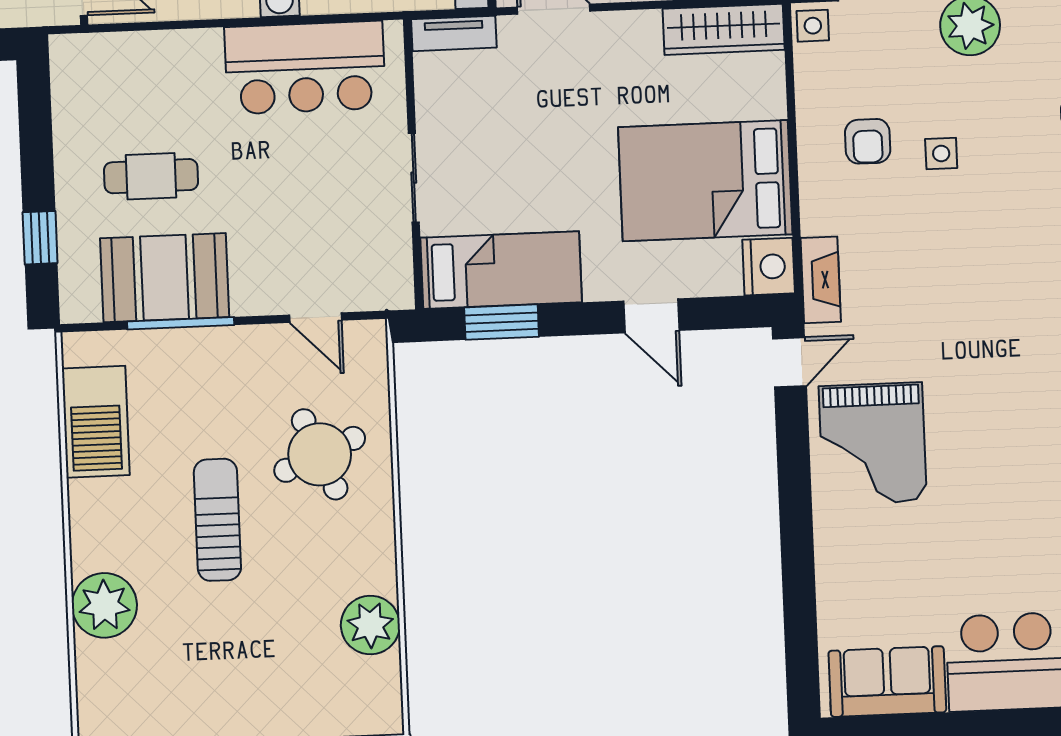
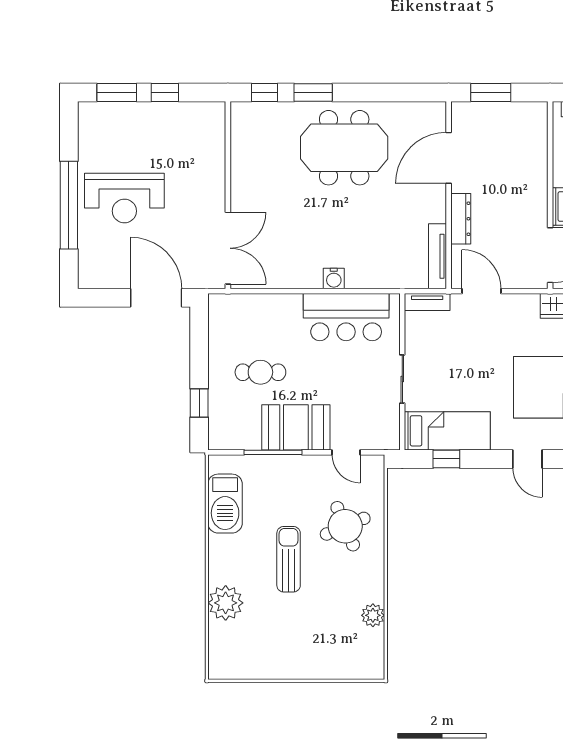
booth: (165, 278) -> (296, 427), moved
window: (502, 322) -> (446, 459), width x0.67
plant: (370, 625) -> (373, 615), width x0.73, depth x0.73

